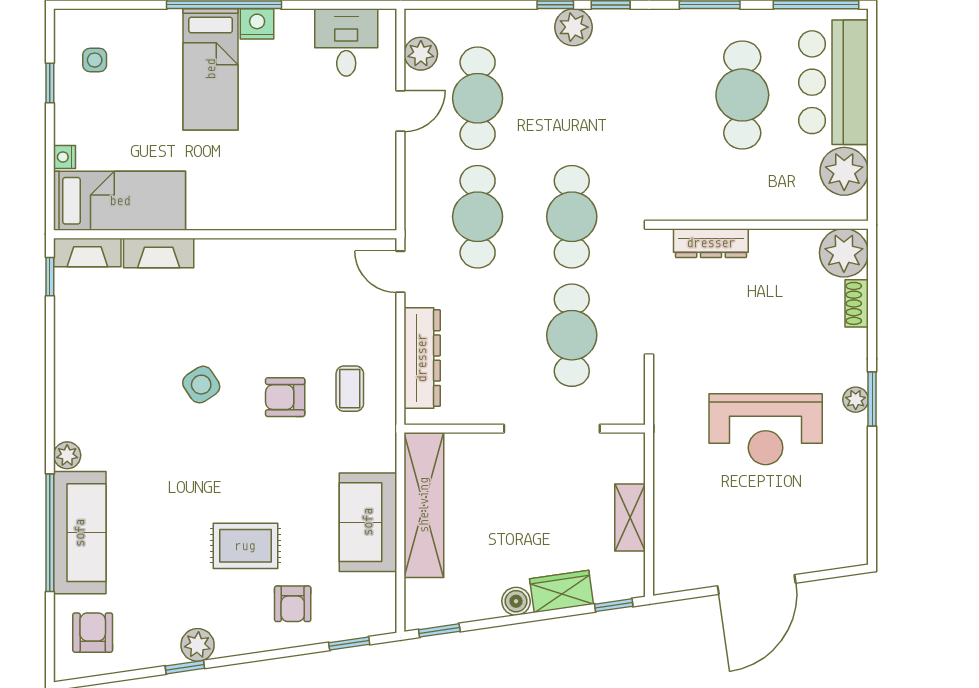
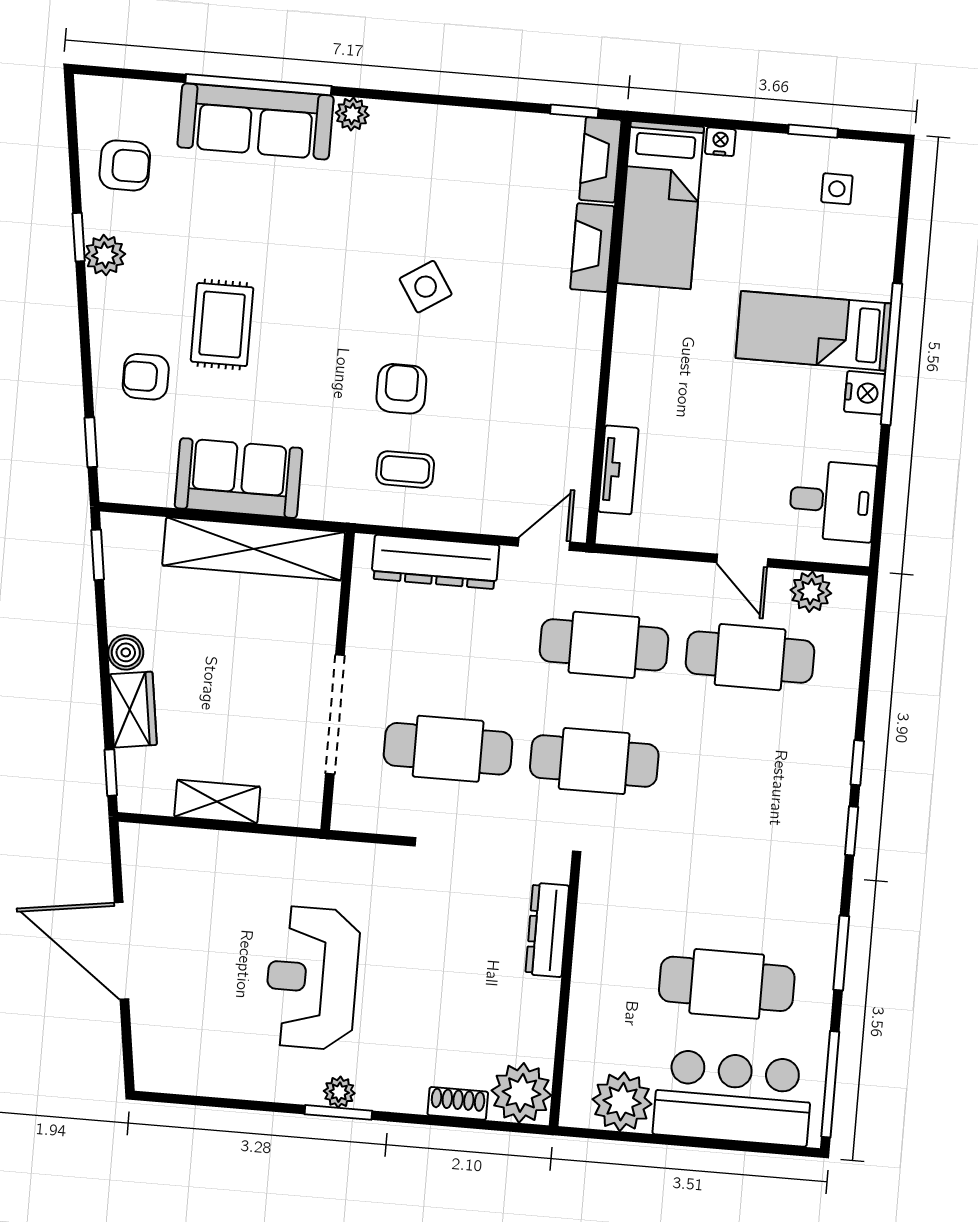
plant: (573, 27) -> (828, 783), removed
tv unit: (336, 217) -> (618, 470), added
armchair: (93, 633) -> (125, 165), moved

